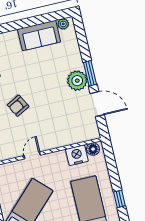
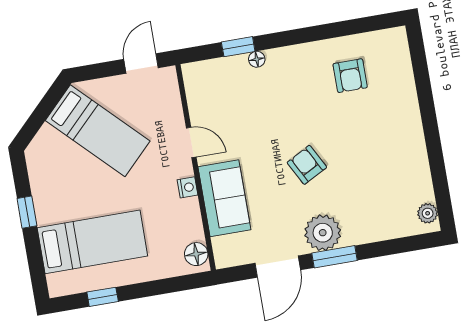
sofa: (39, 36) -> (224, 198), moved, turned 180
armchair: (18, 106) -> (307, 165), moved
nightstand: (77, 155) -> (188, 187), moved, width x0.53, depth x0.56

